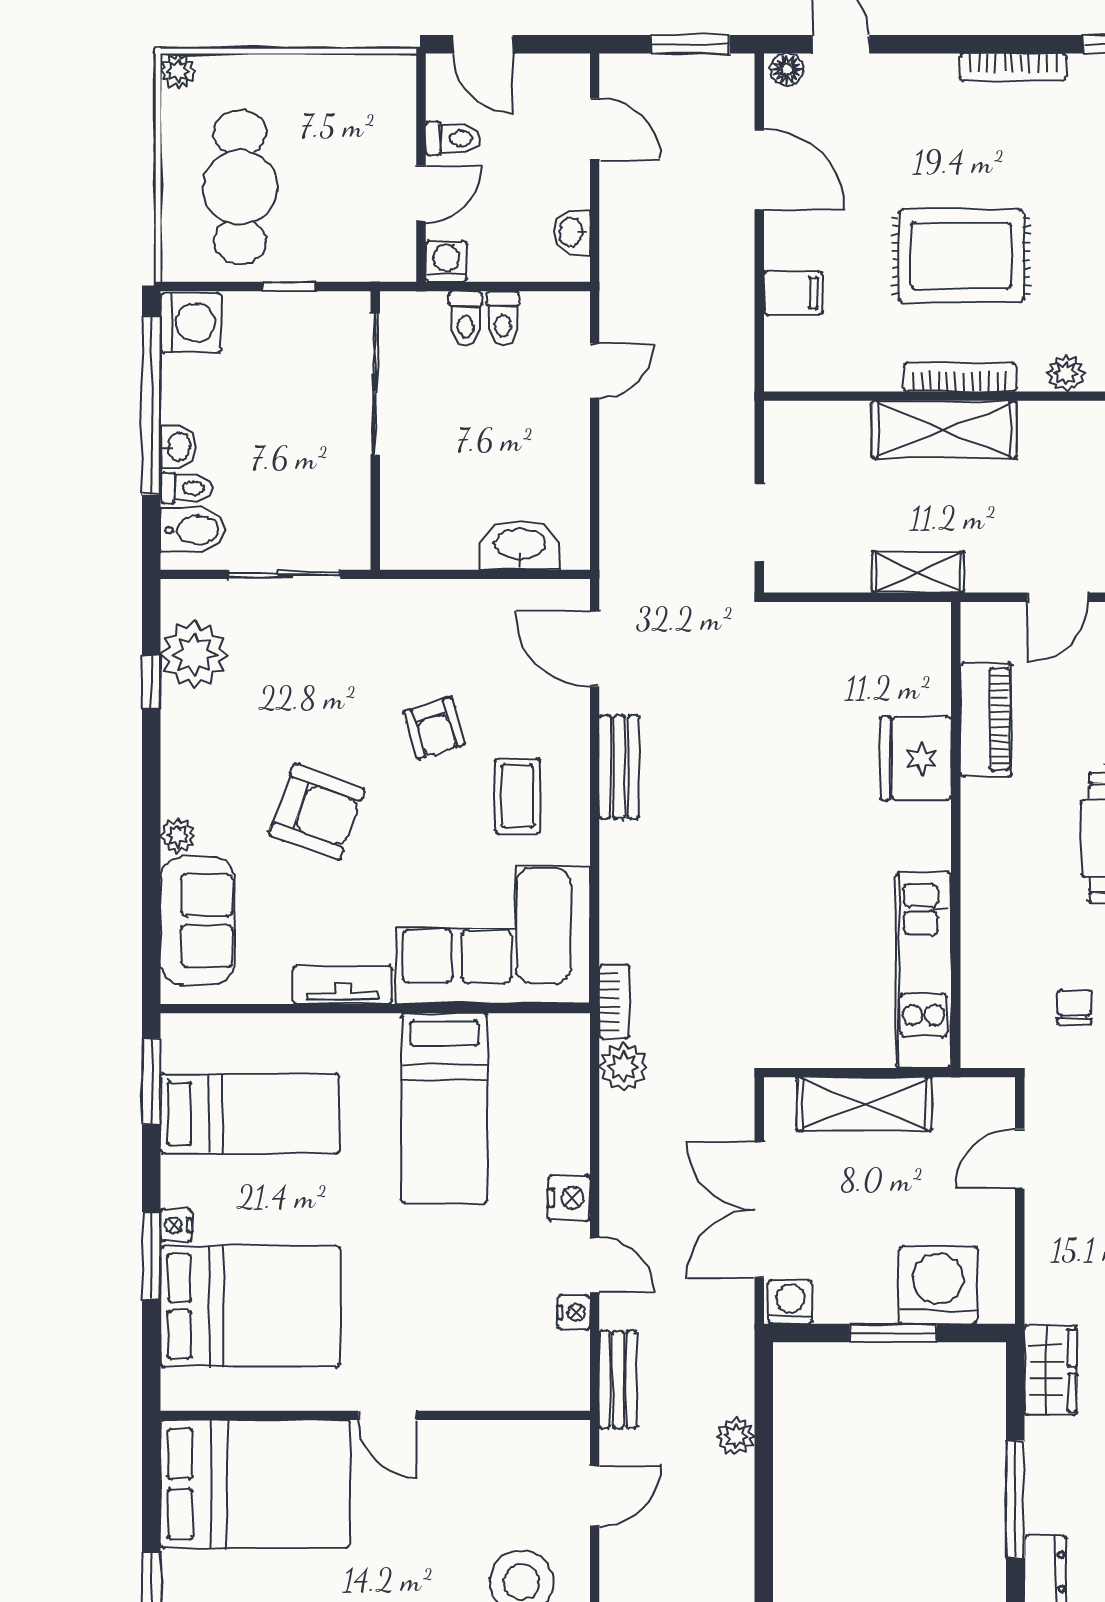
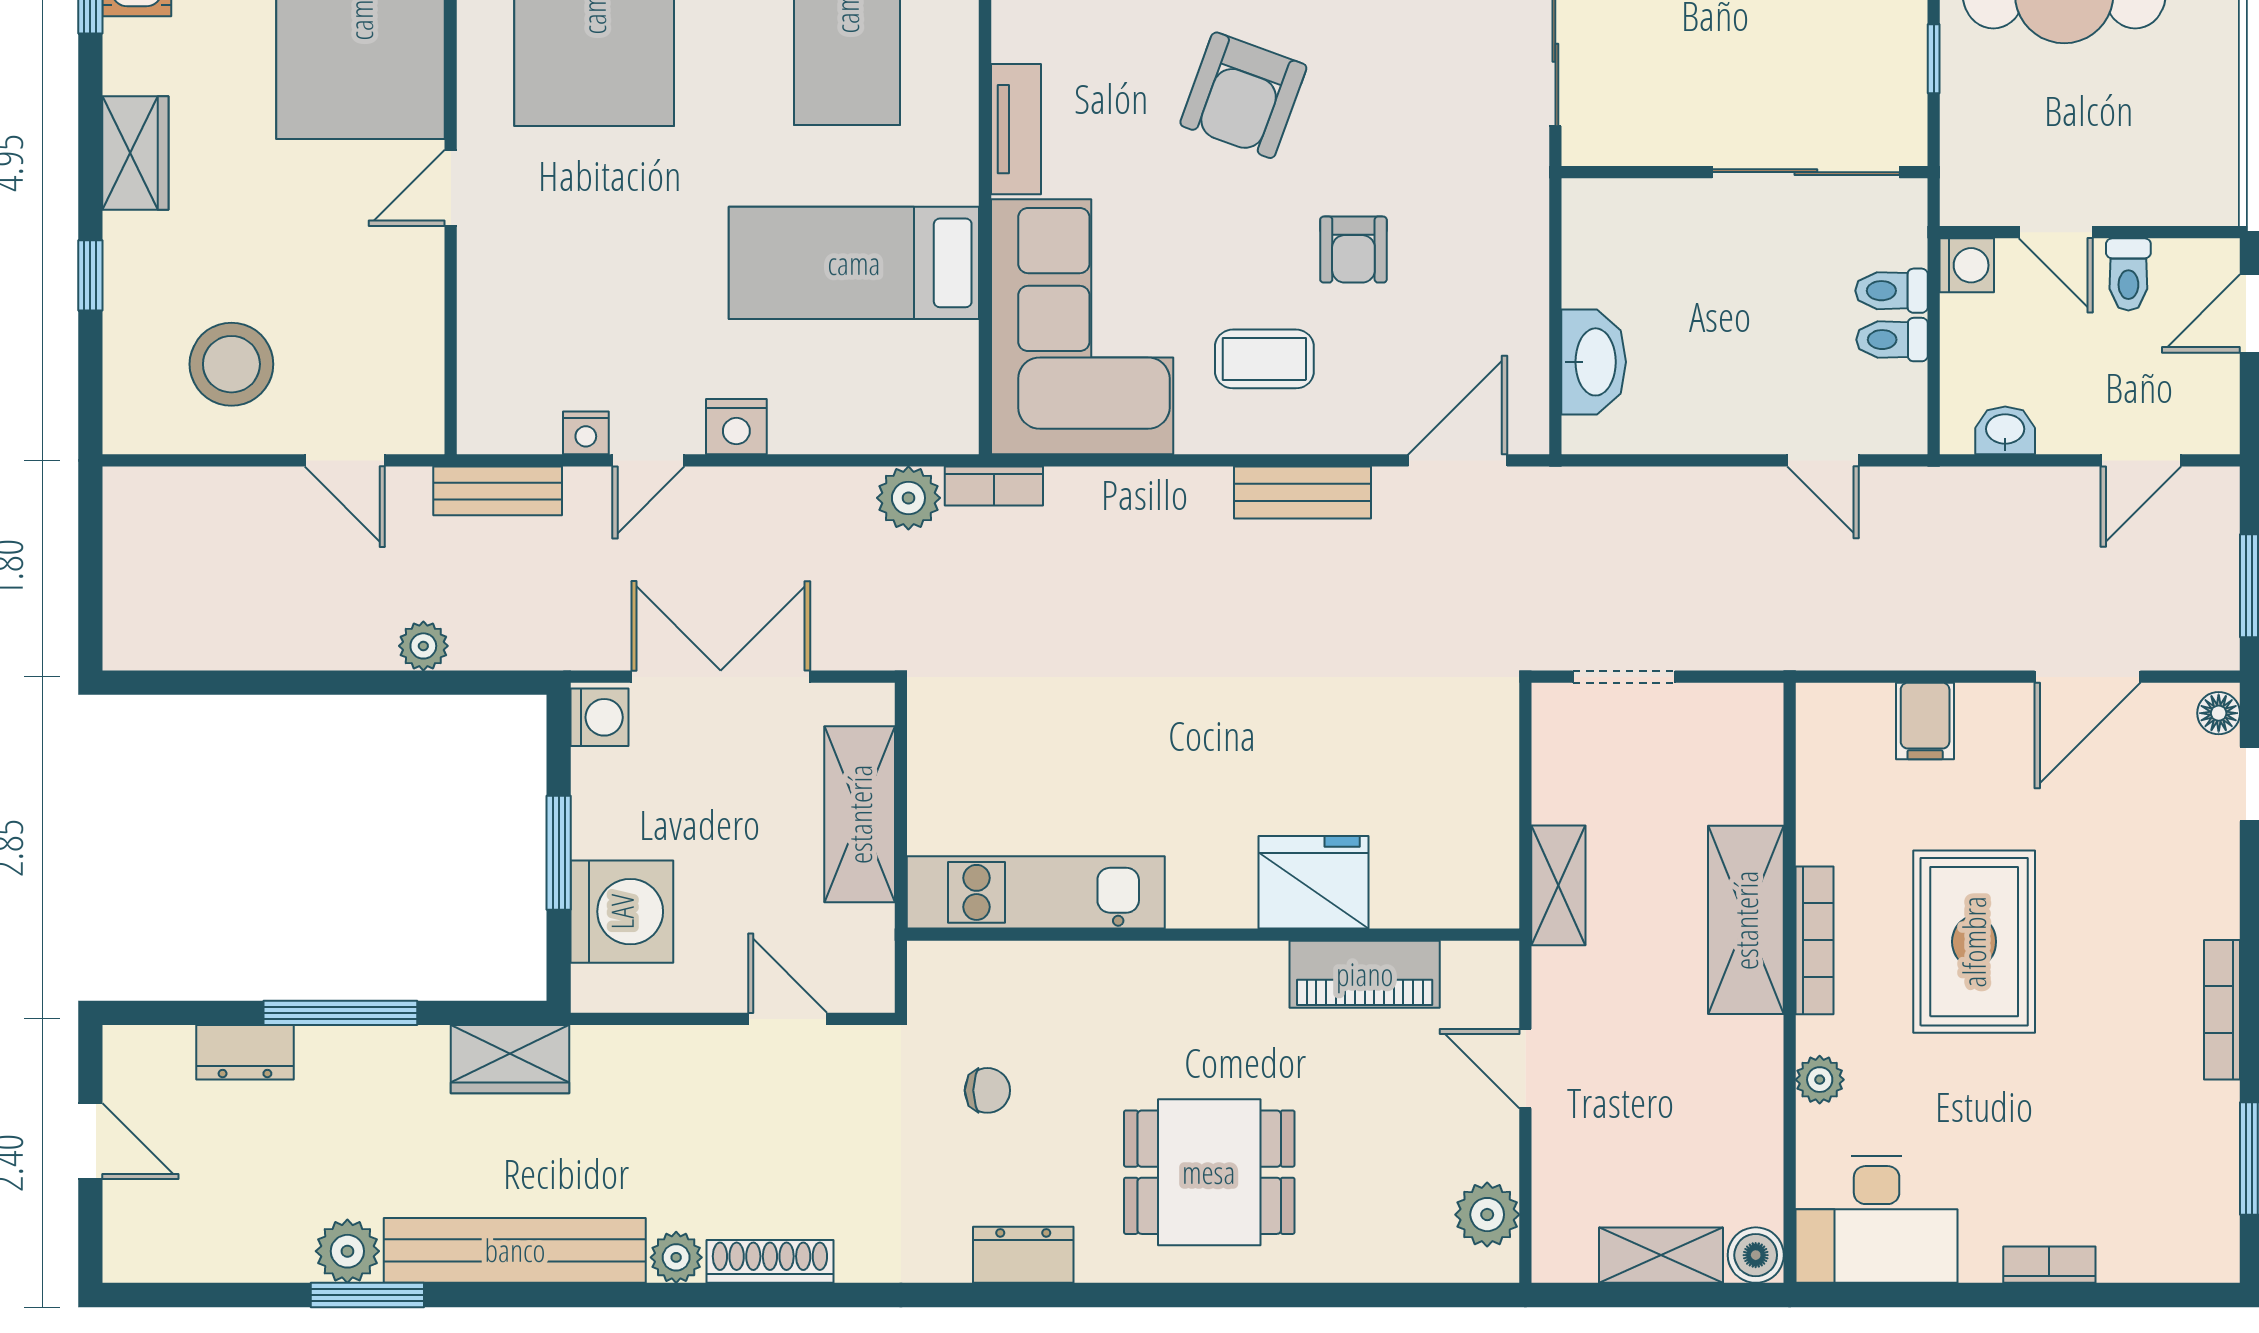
armchair: (434, 728) -> (1353, 250), turned -73

